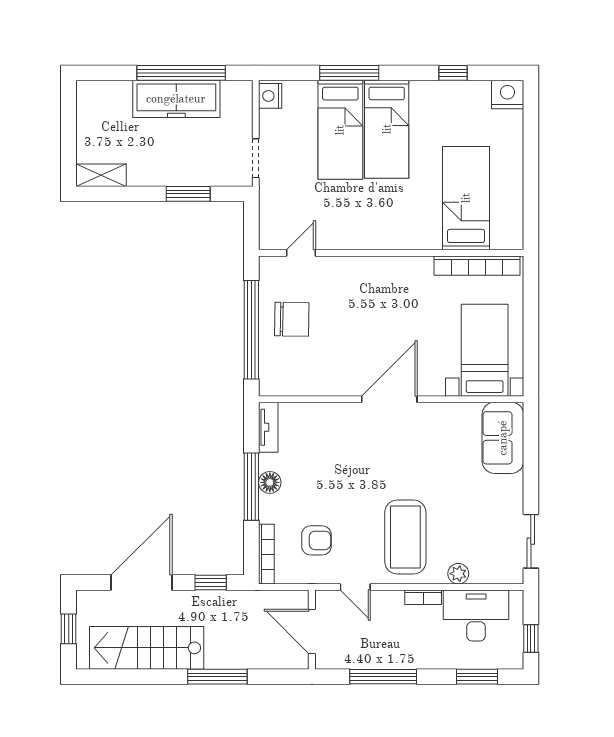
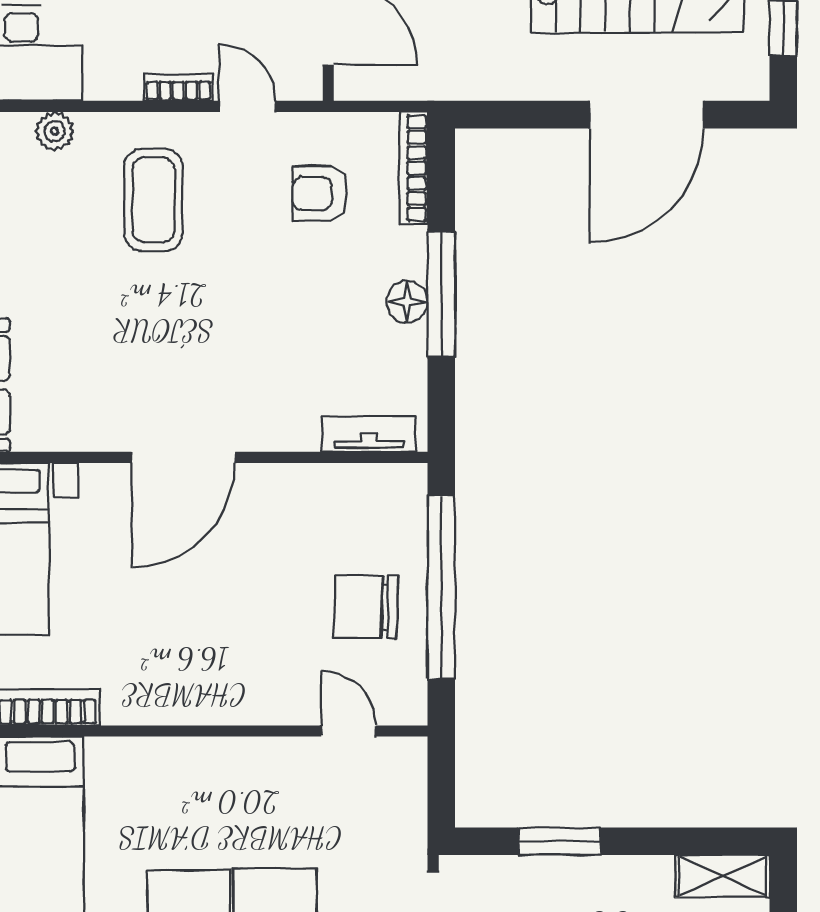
door: (301, 253) -> (348, 731), swing flipped
tv unit: (268, 427) -> (369, 434), moved, turned 90
coffee table: (405, 537) -> (153, 200), width x0.73, depth x0.76
window: (211, 583) -> (517, 115), removed
bookcase: (423, 597) -> (178, 87), moved

